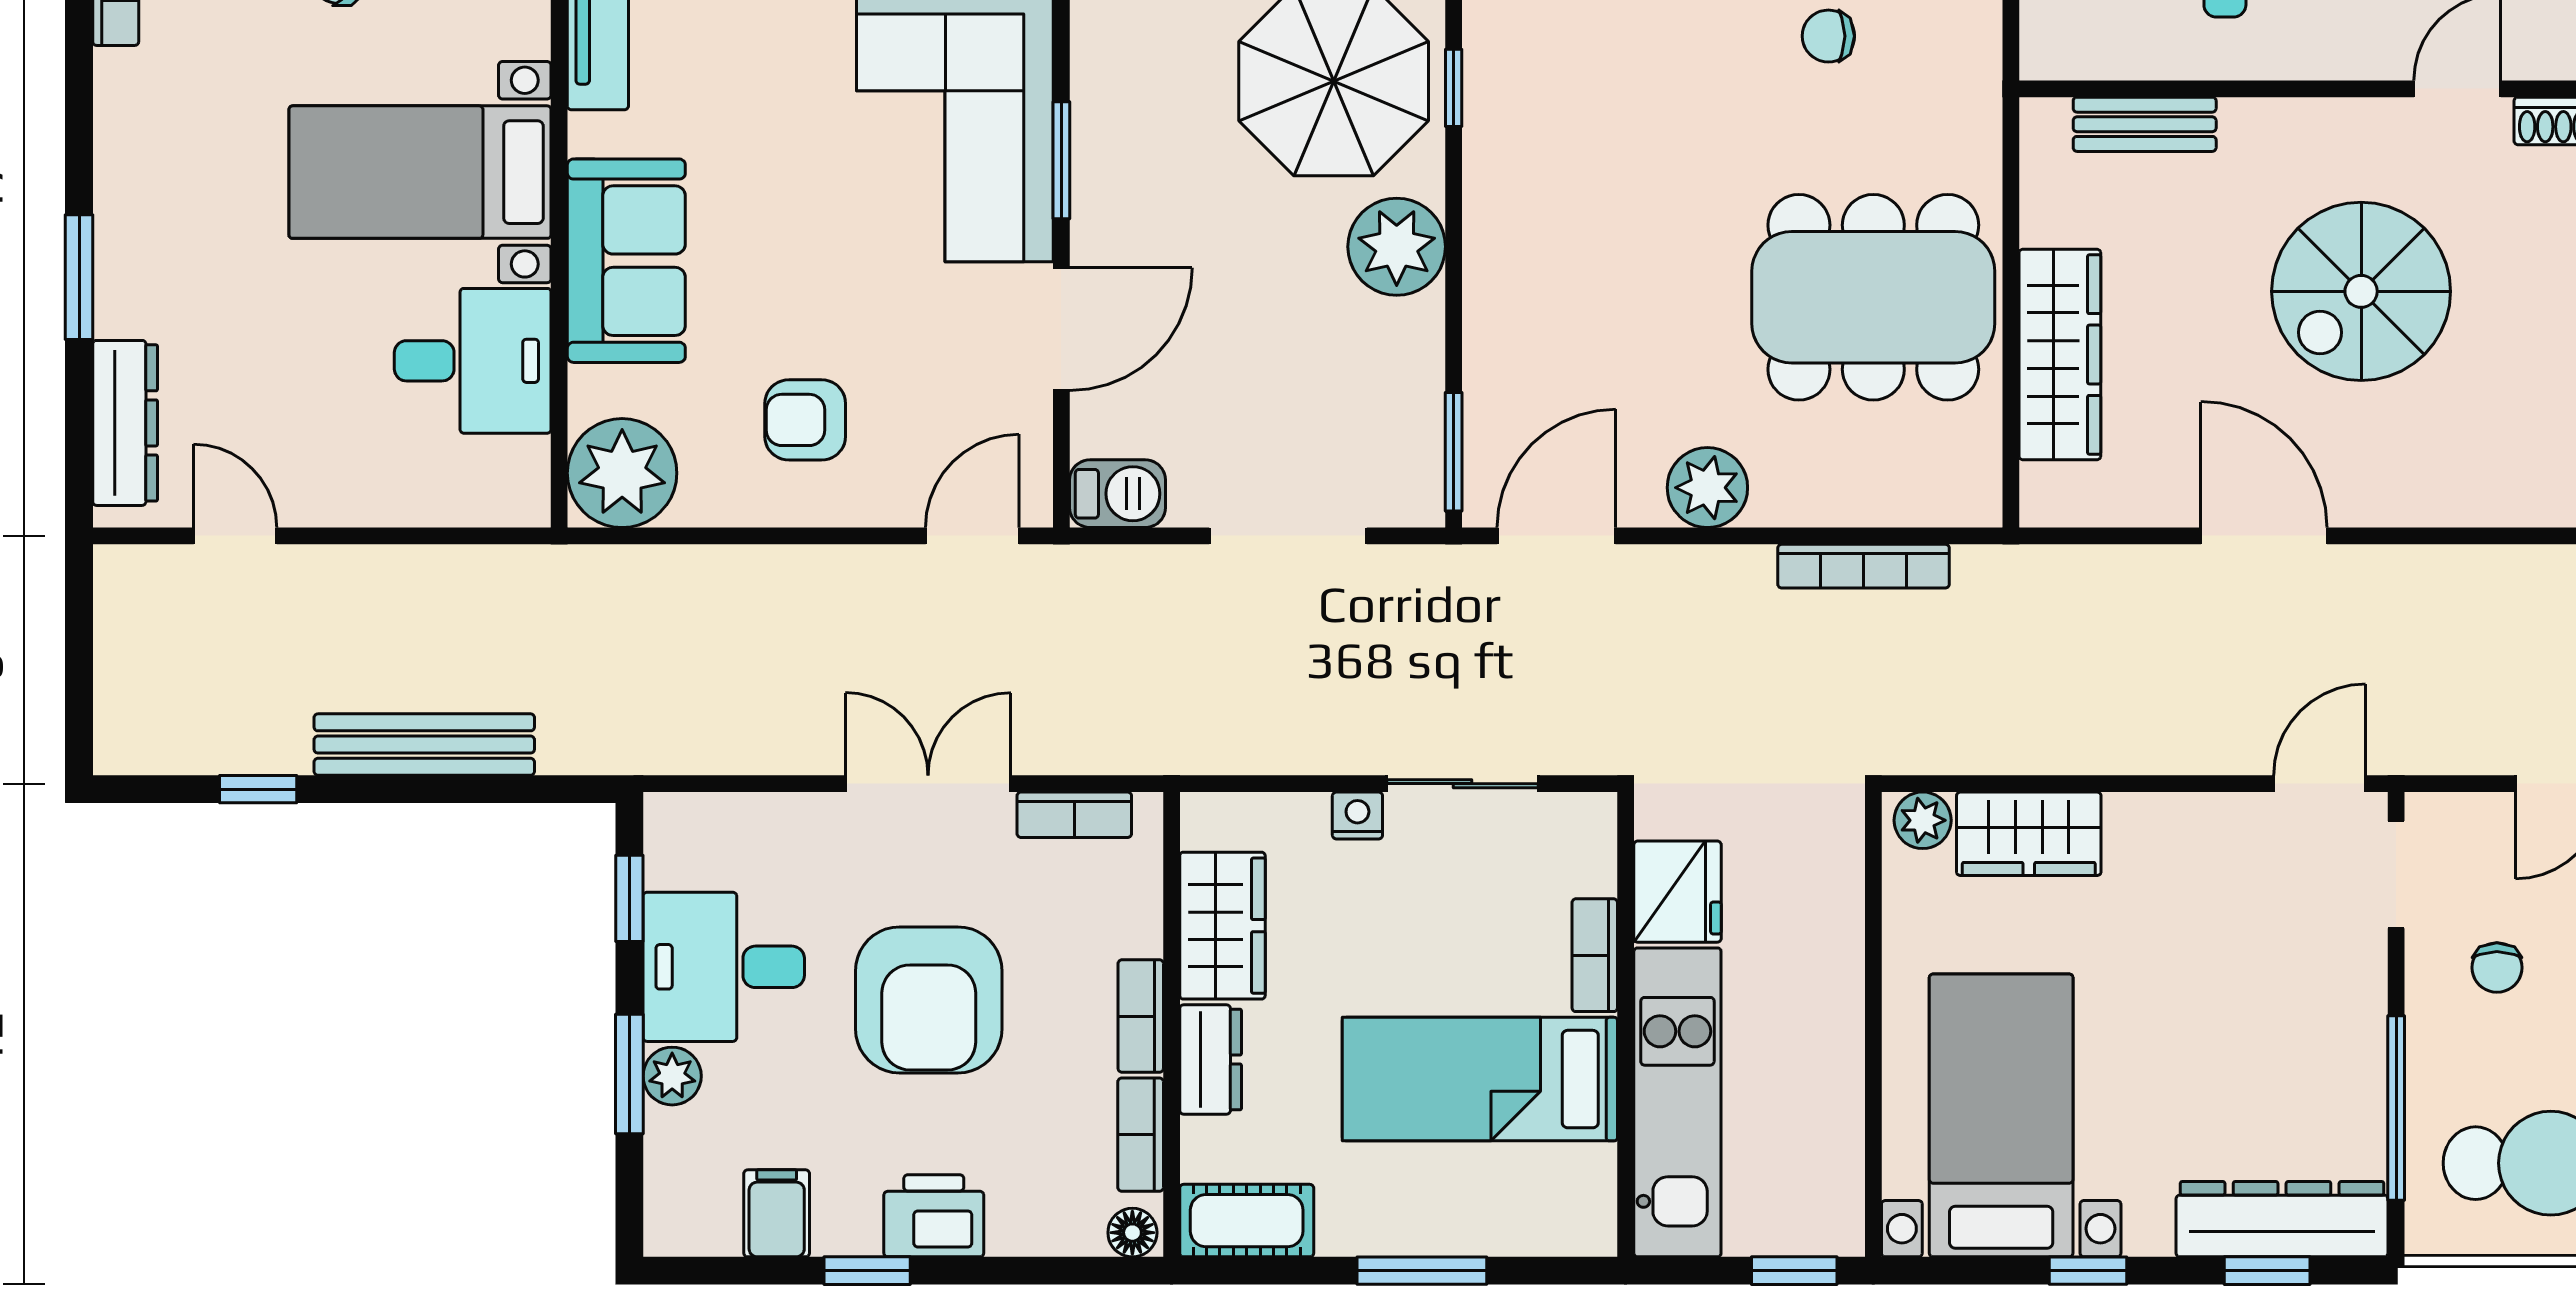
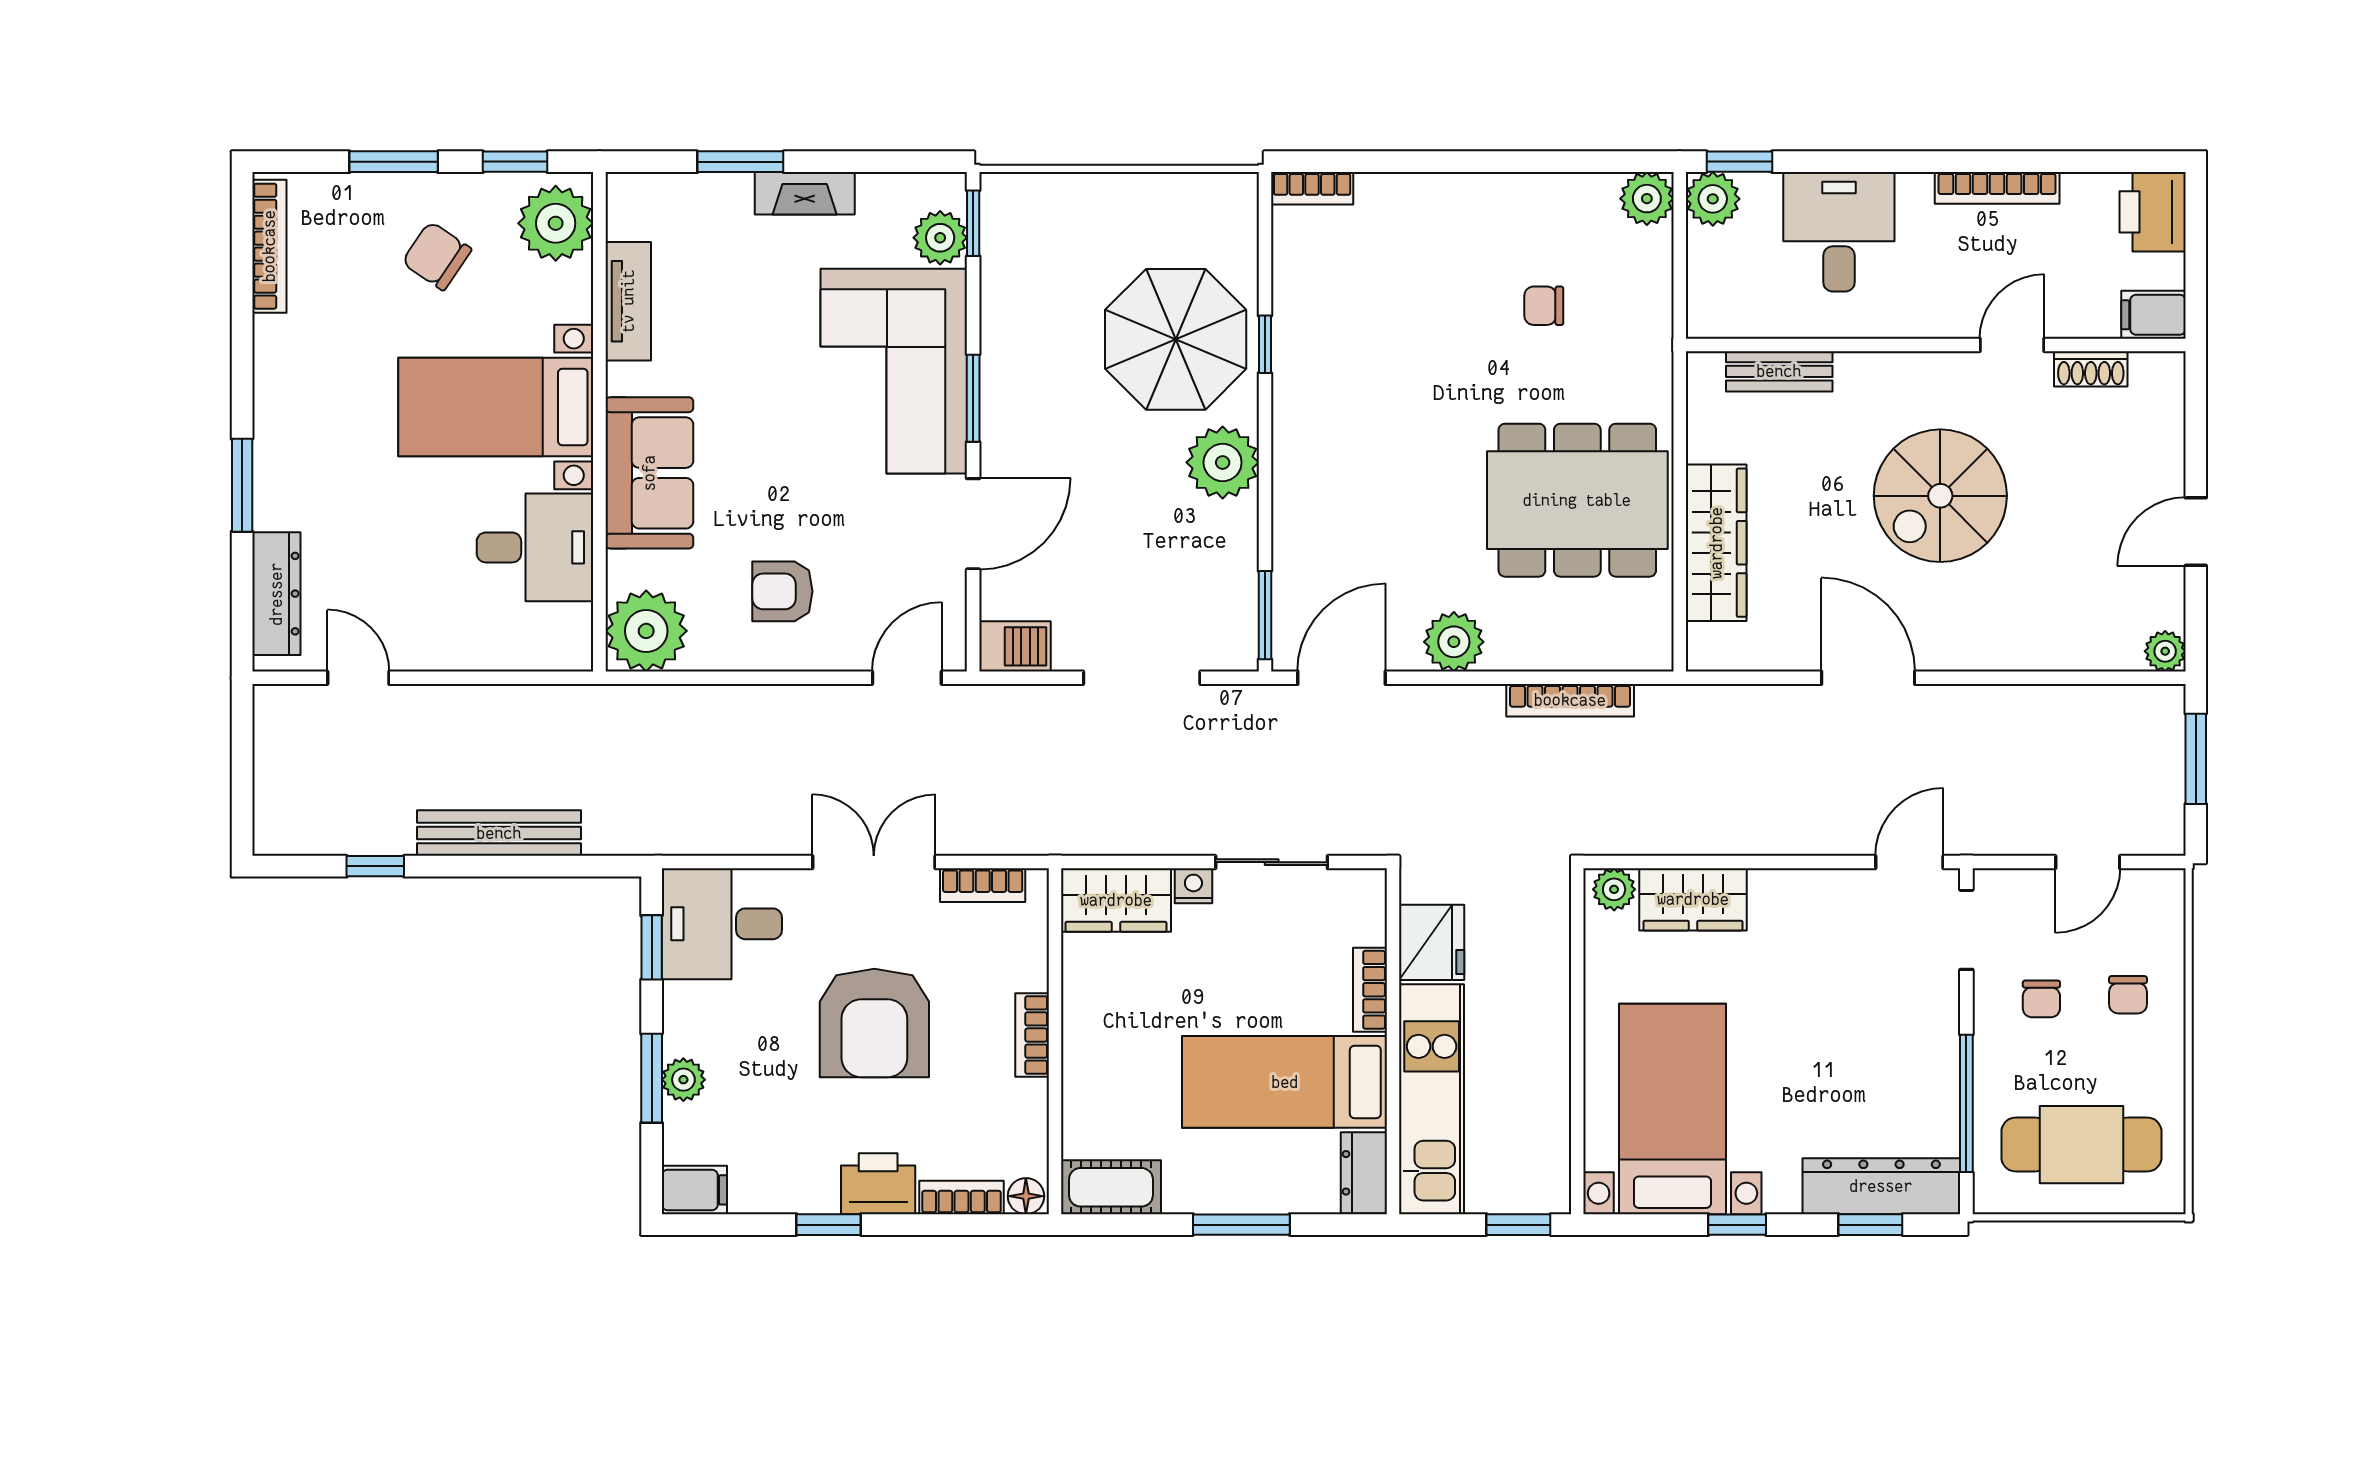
wardrobe: (1222, 926) -> (1116, 900), moved, turned 90
desk: (724, 967) -> (722, 924), moved
dresser: (1211, 1060) -> (1364, 1173), moved, turned 180
bookcase: (1141, 1135) -> (962, 1197), moved, turned 90
filing cabinet: (777, 1213) -> (694, 1190), moved, turned 90

